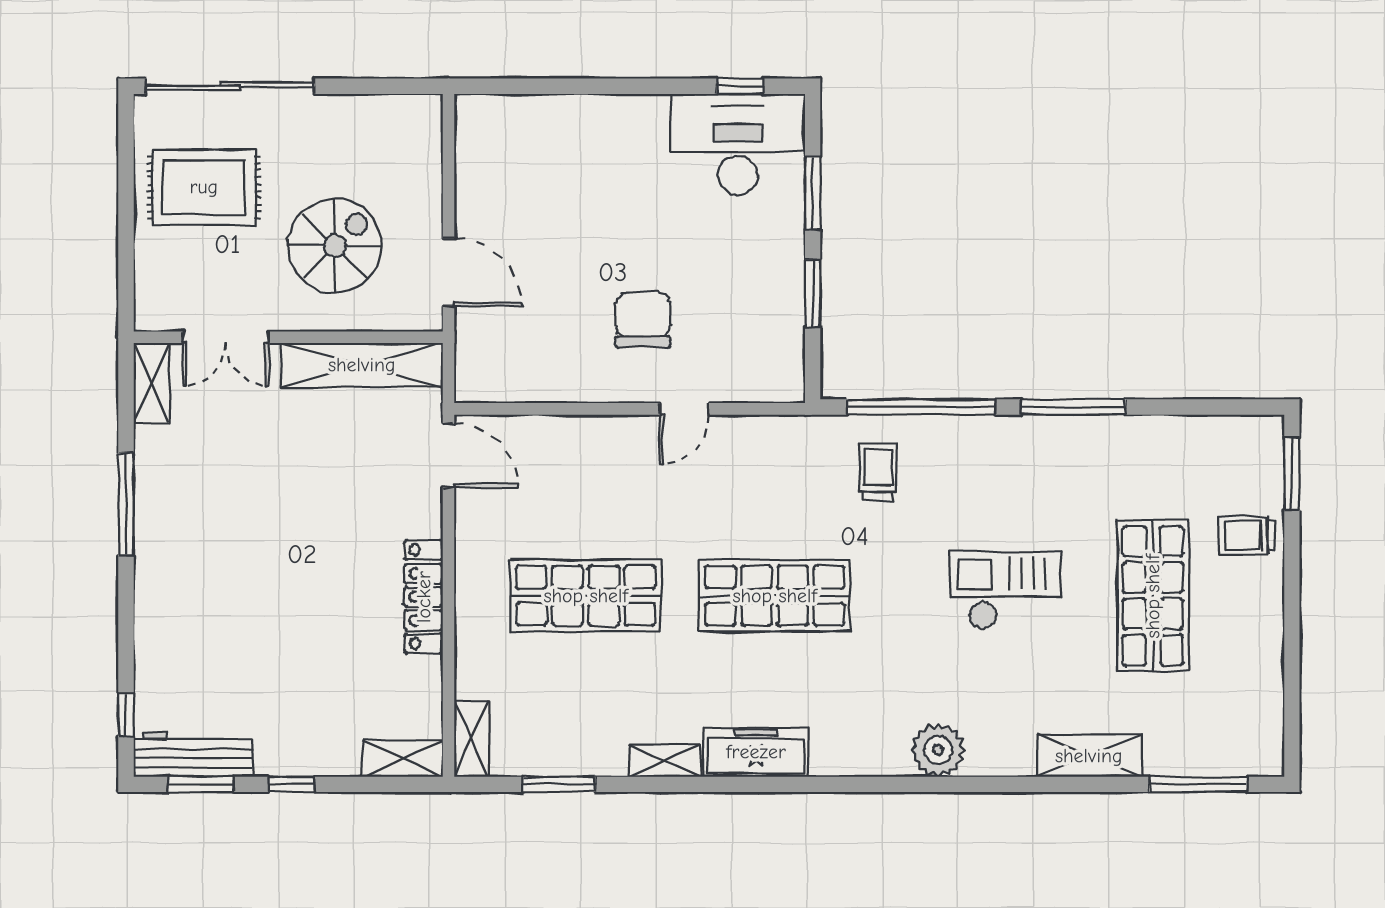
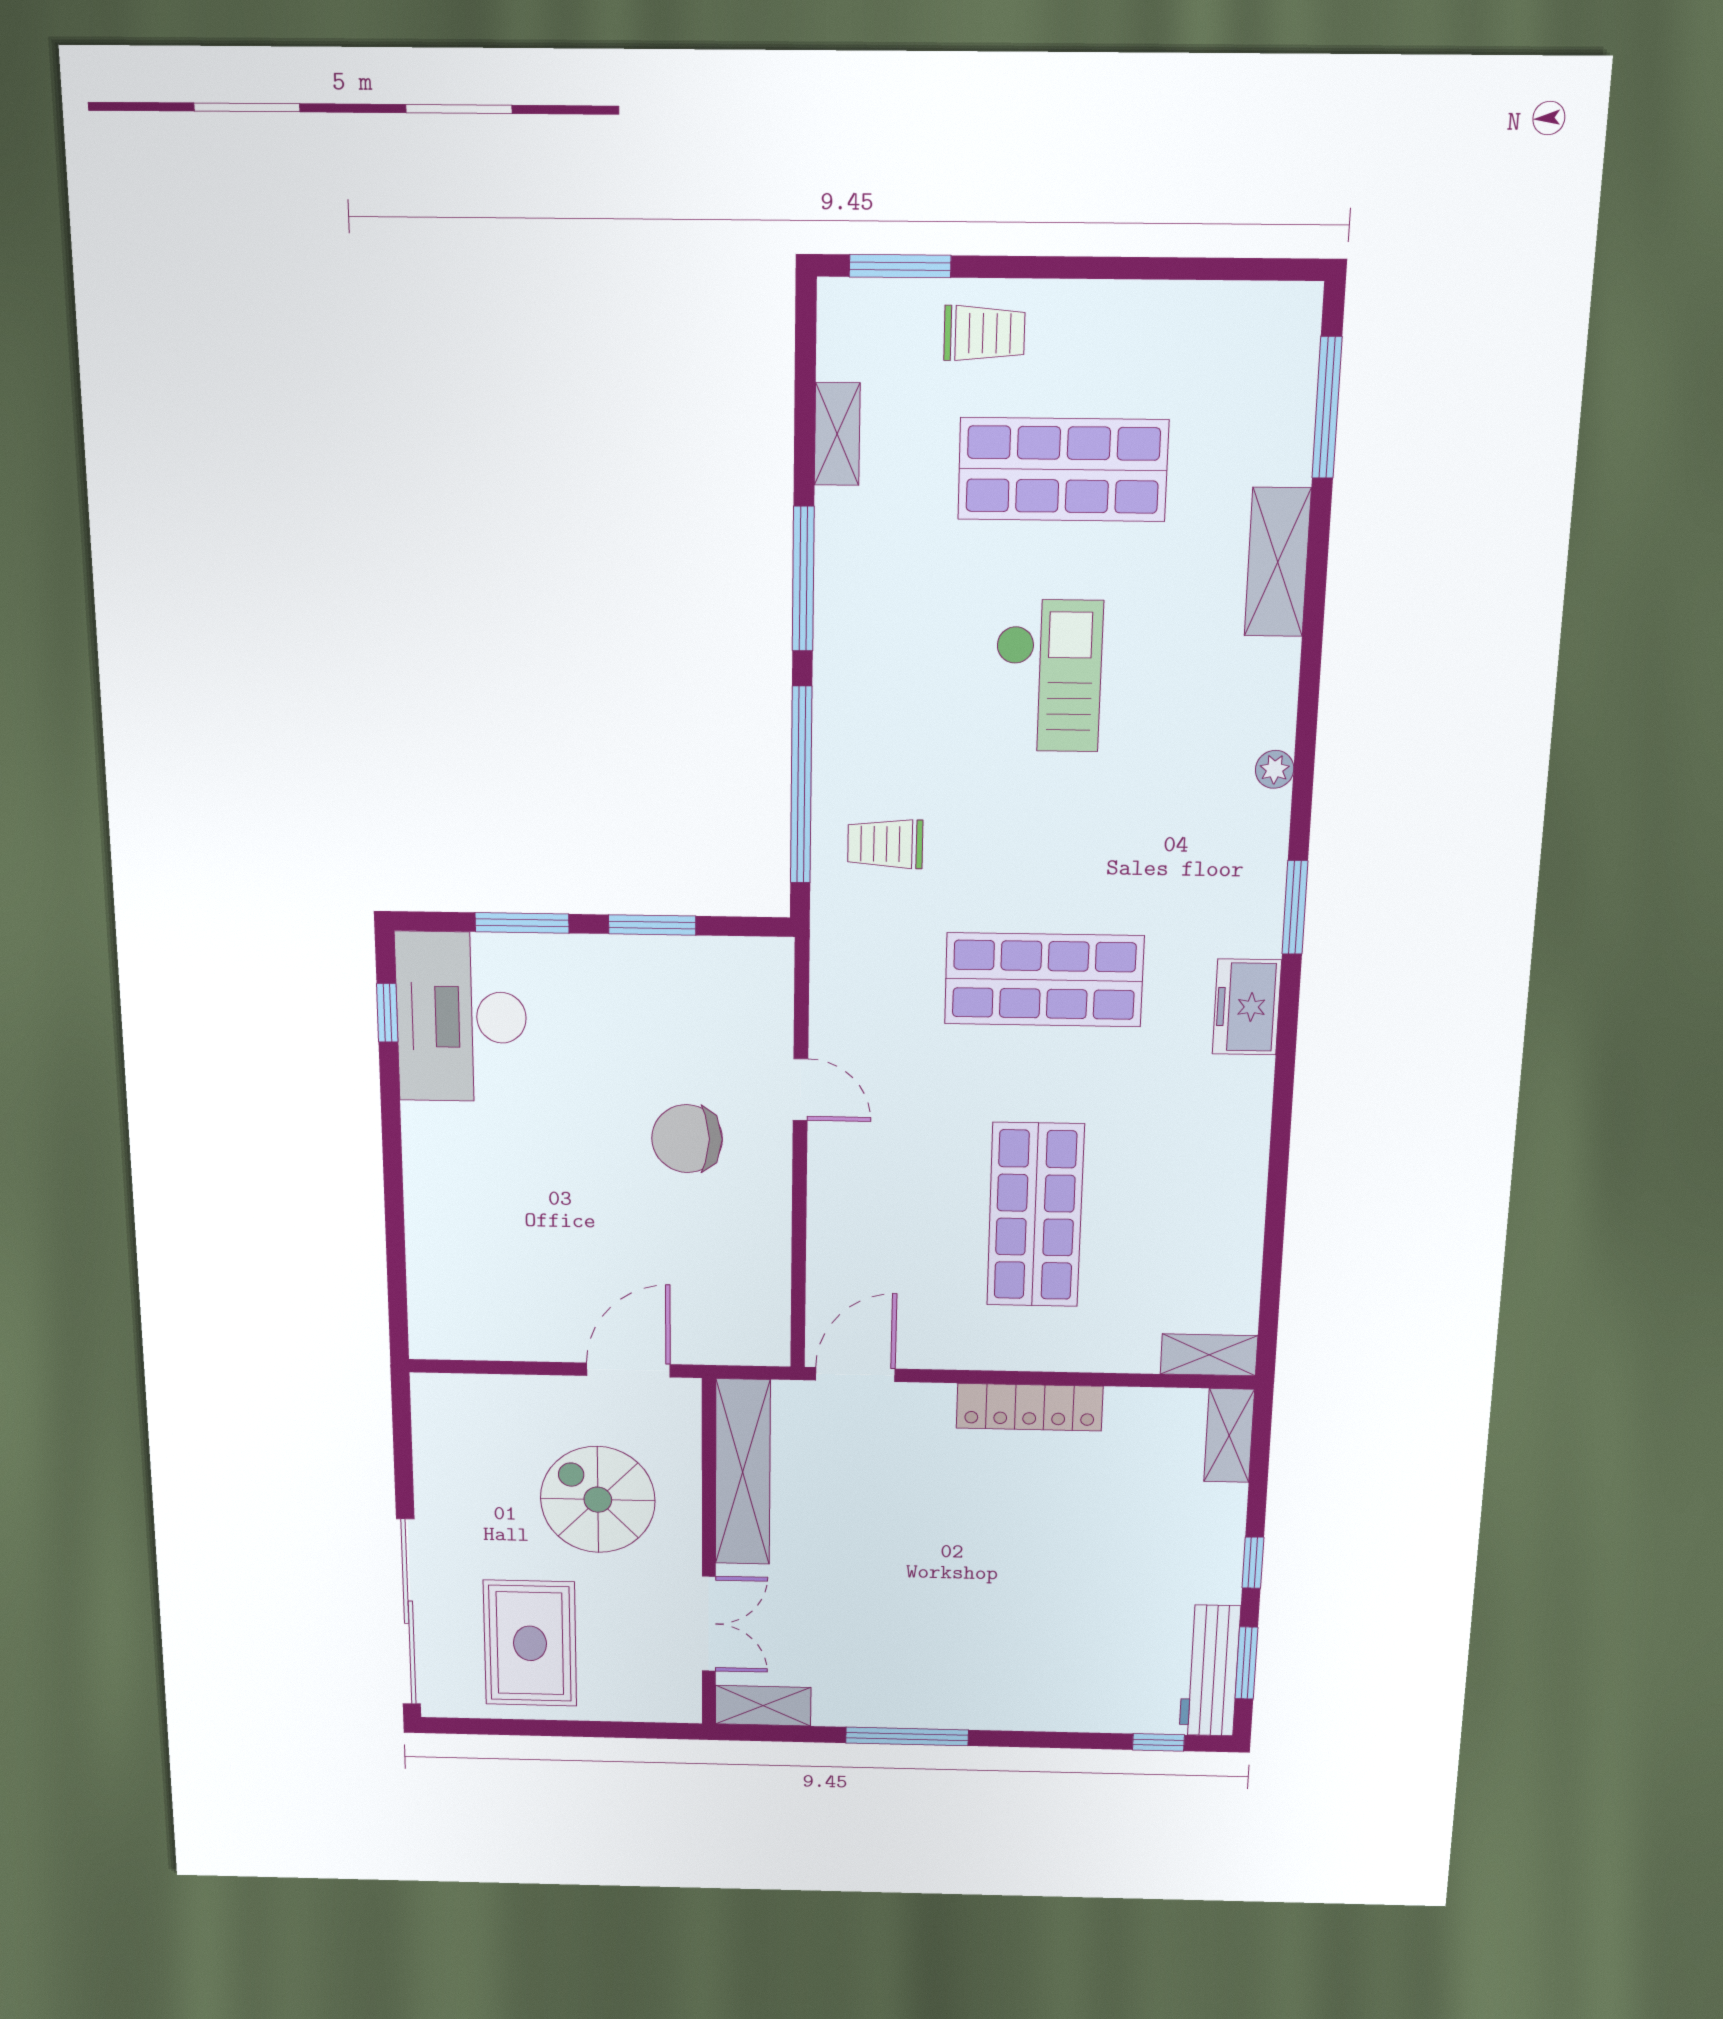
trolley: (1247, 536) -> (984, 333), turned -90
checkout: (1005, 590) -> (1048, 676), turned 180
shop shelf: (775, 596) -> (1044, 980), turned 90
plant: (938, 750) -> (1275, 769), width x0.53, depth x0.53
freezer: (756, 752) -> (1247, 1007), width x0.71
shelving: (665, 761) -> (837, 434), moved
window: (559, 784) -> (1295, 907), moved

